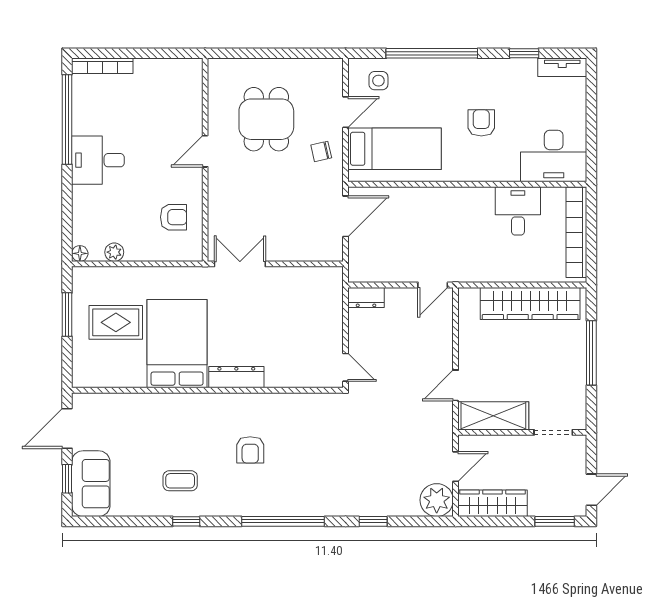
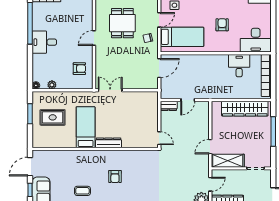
door: (433, 285) -> (188, 100), moved
bed: (177, 344) -> (86, 127), width x0.67

